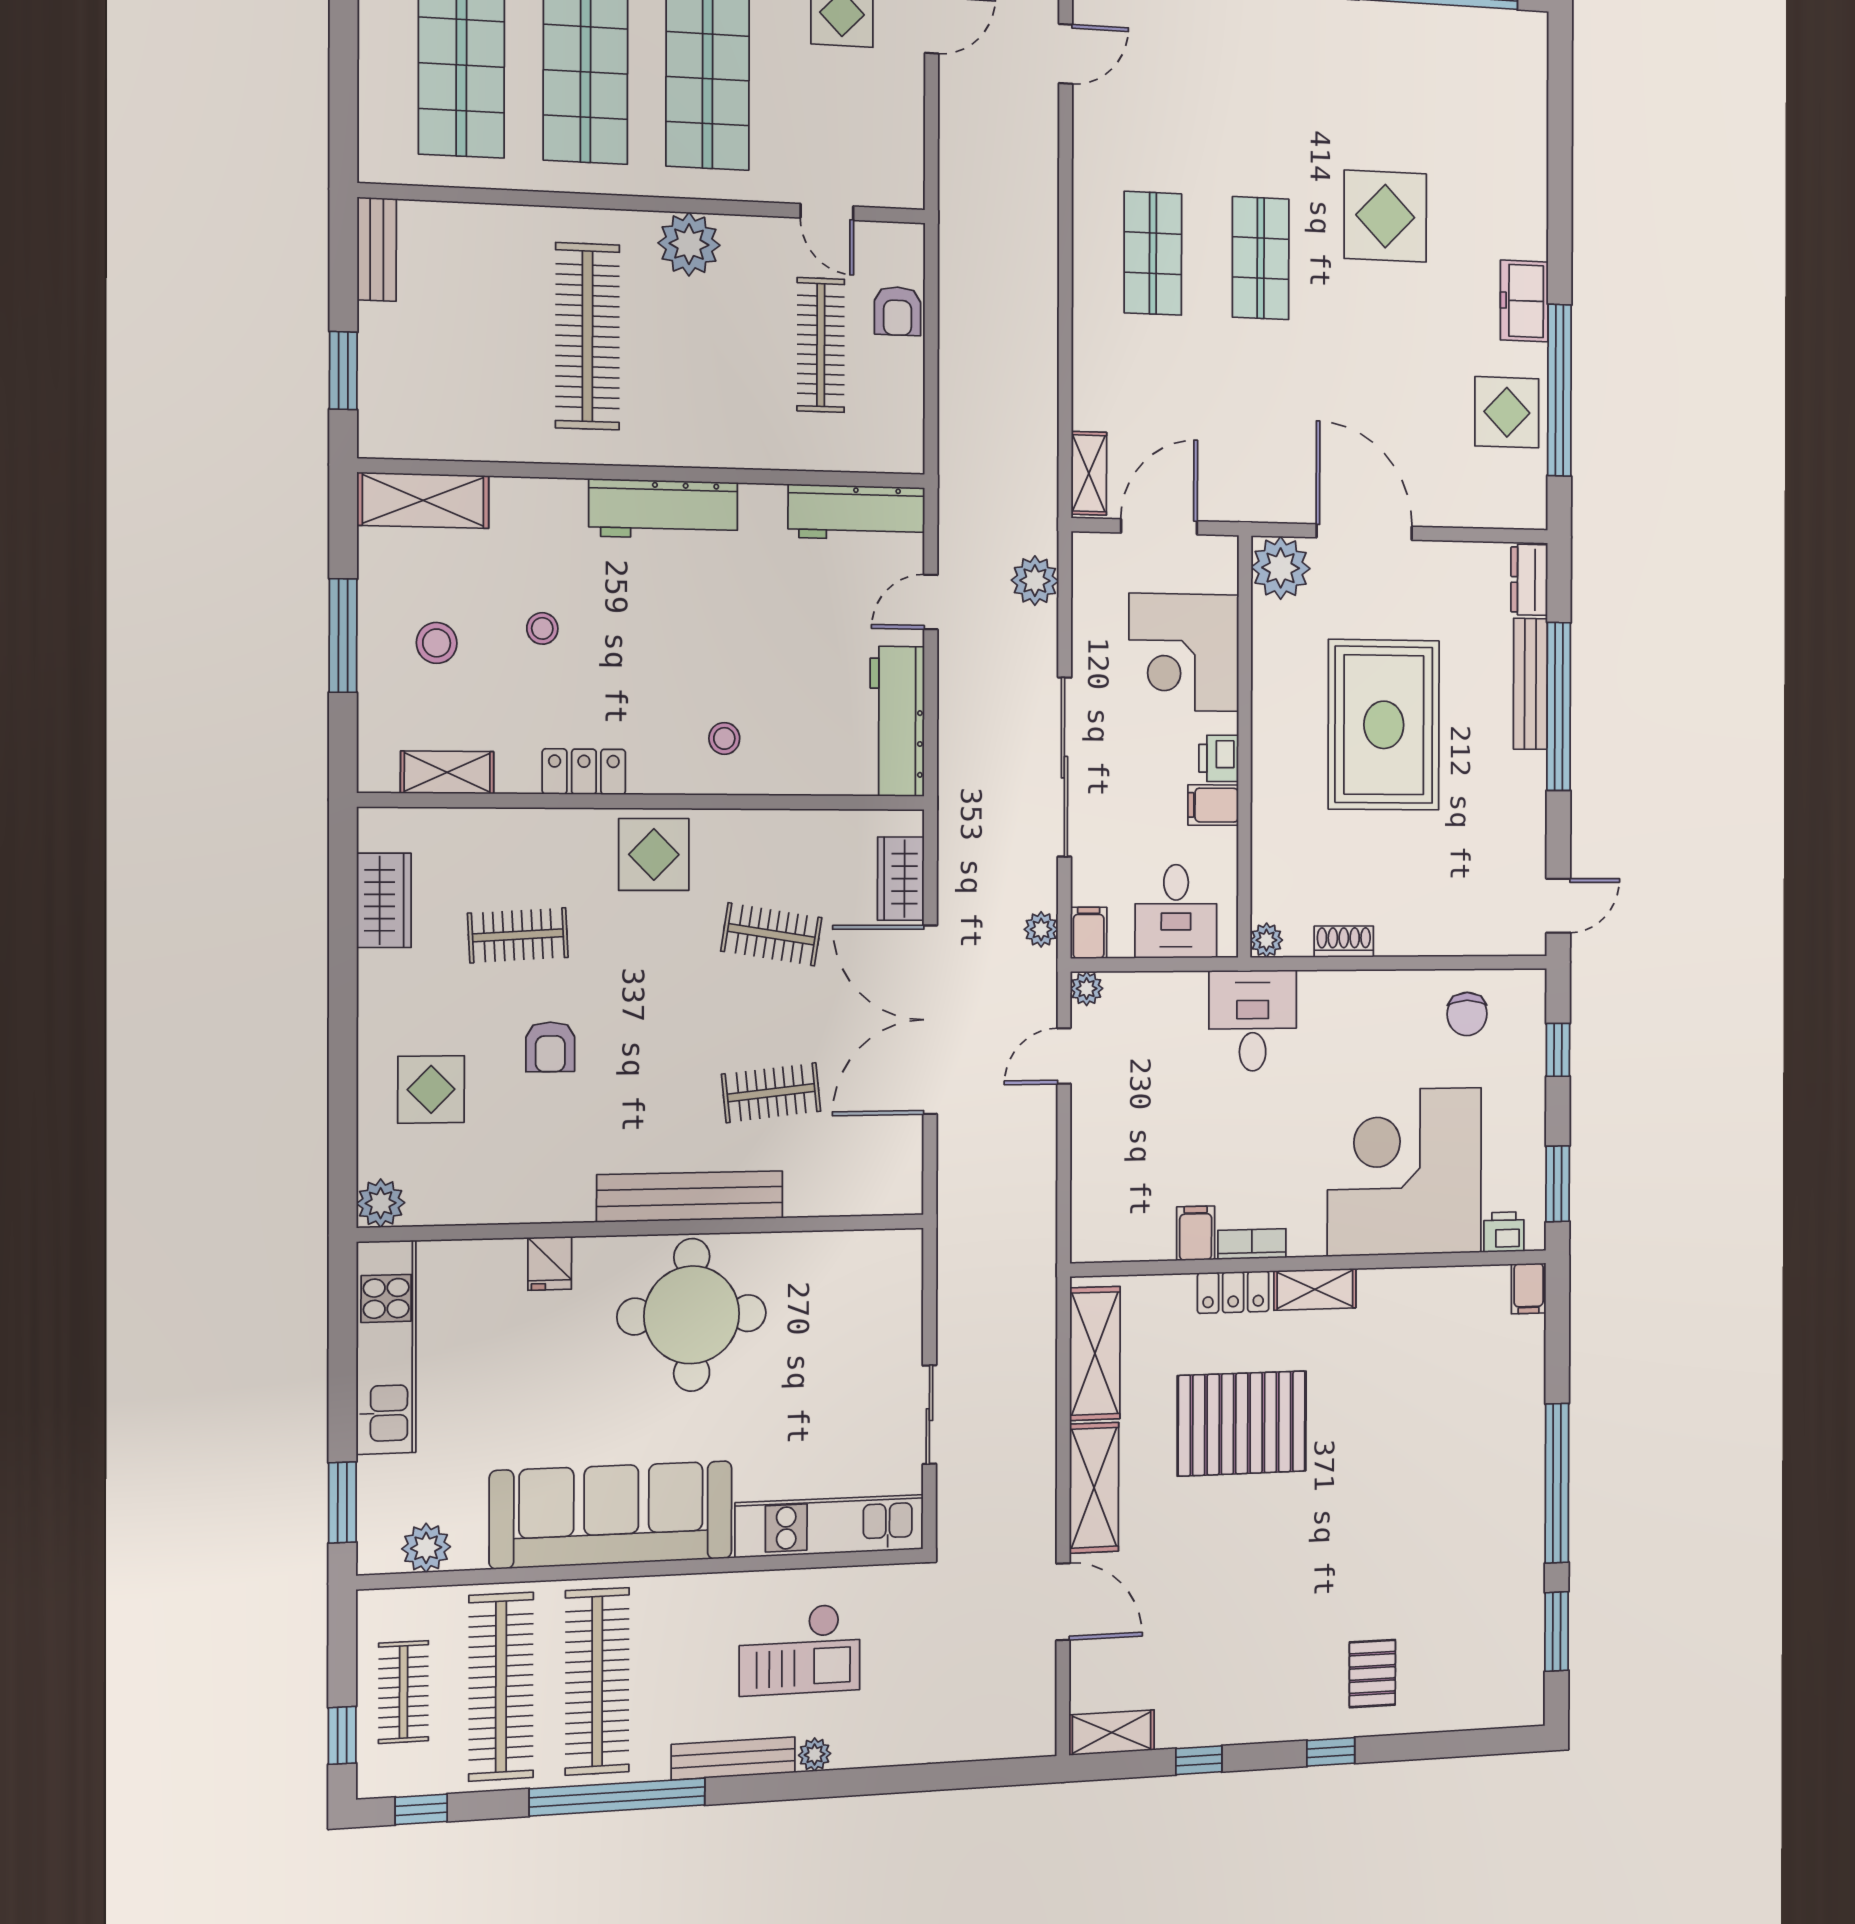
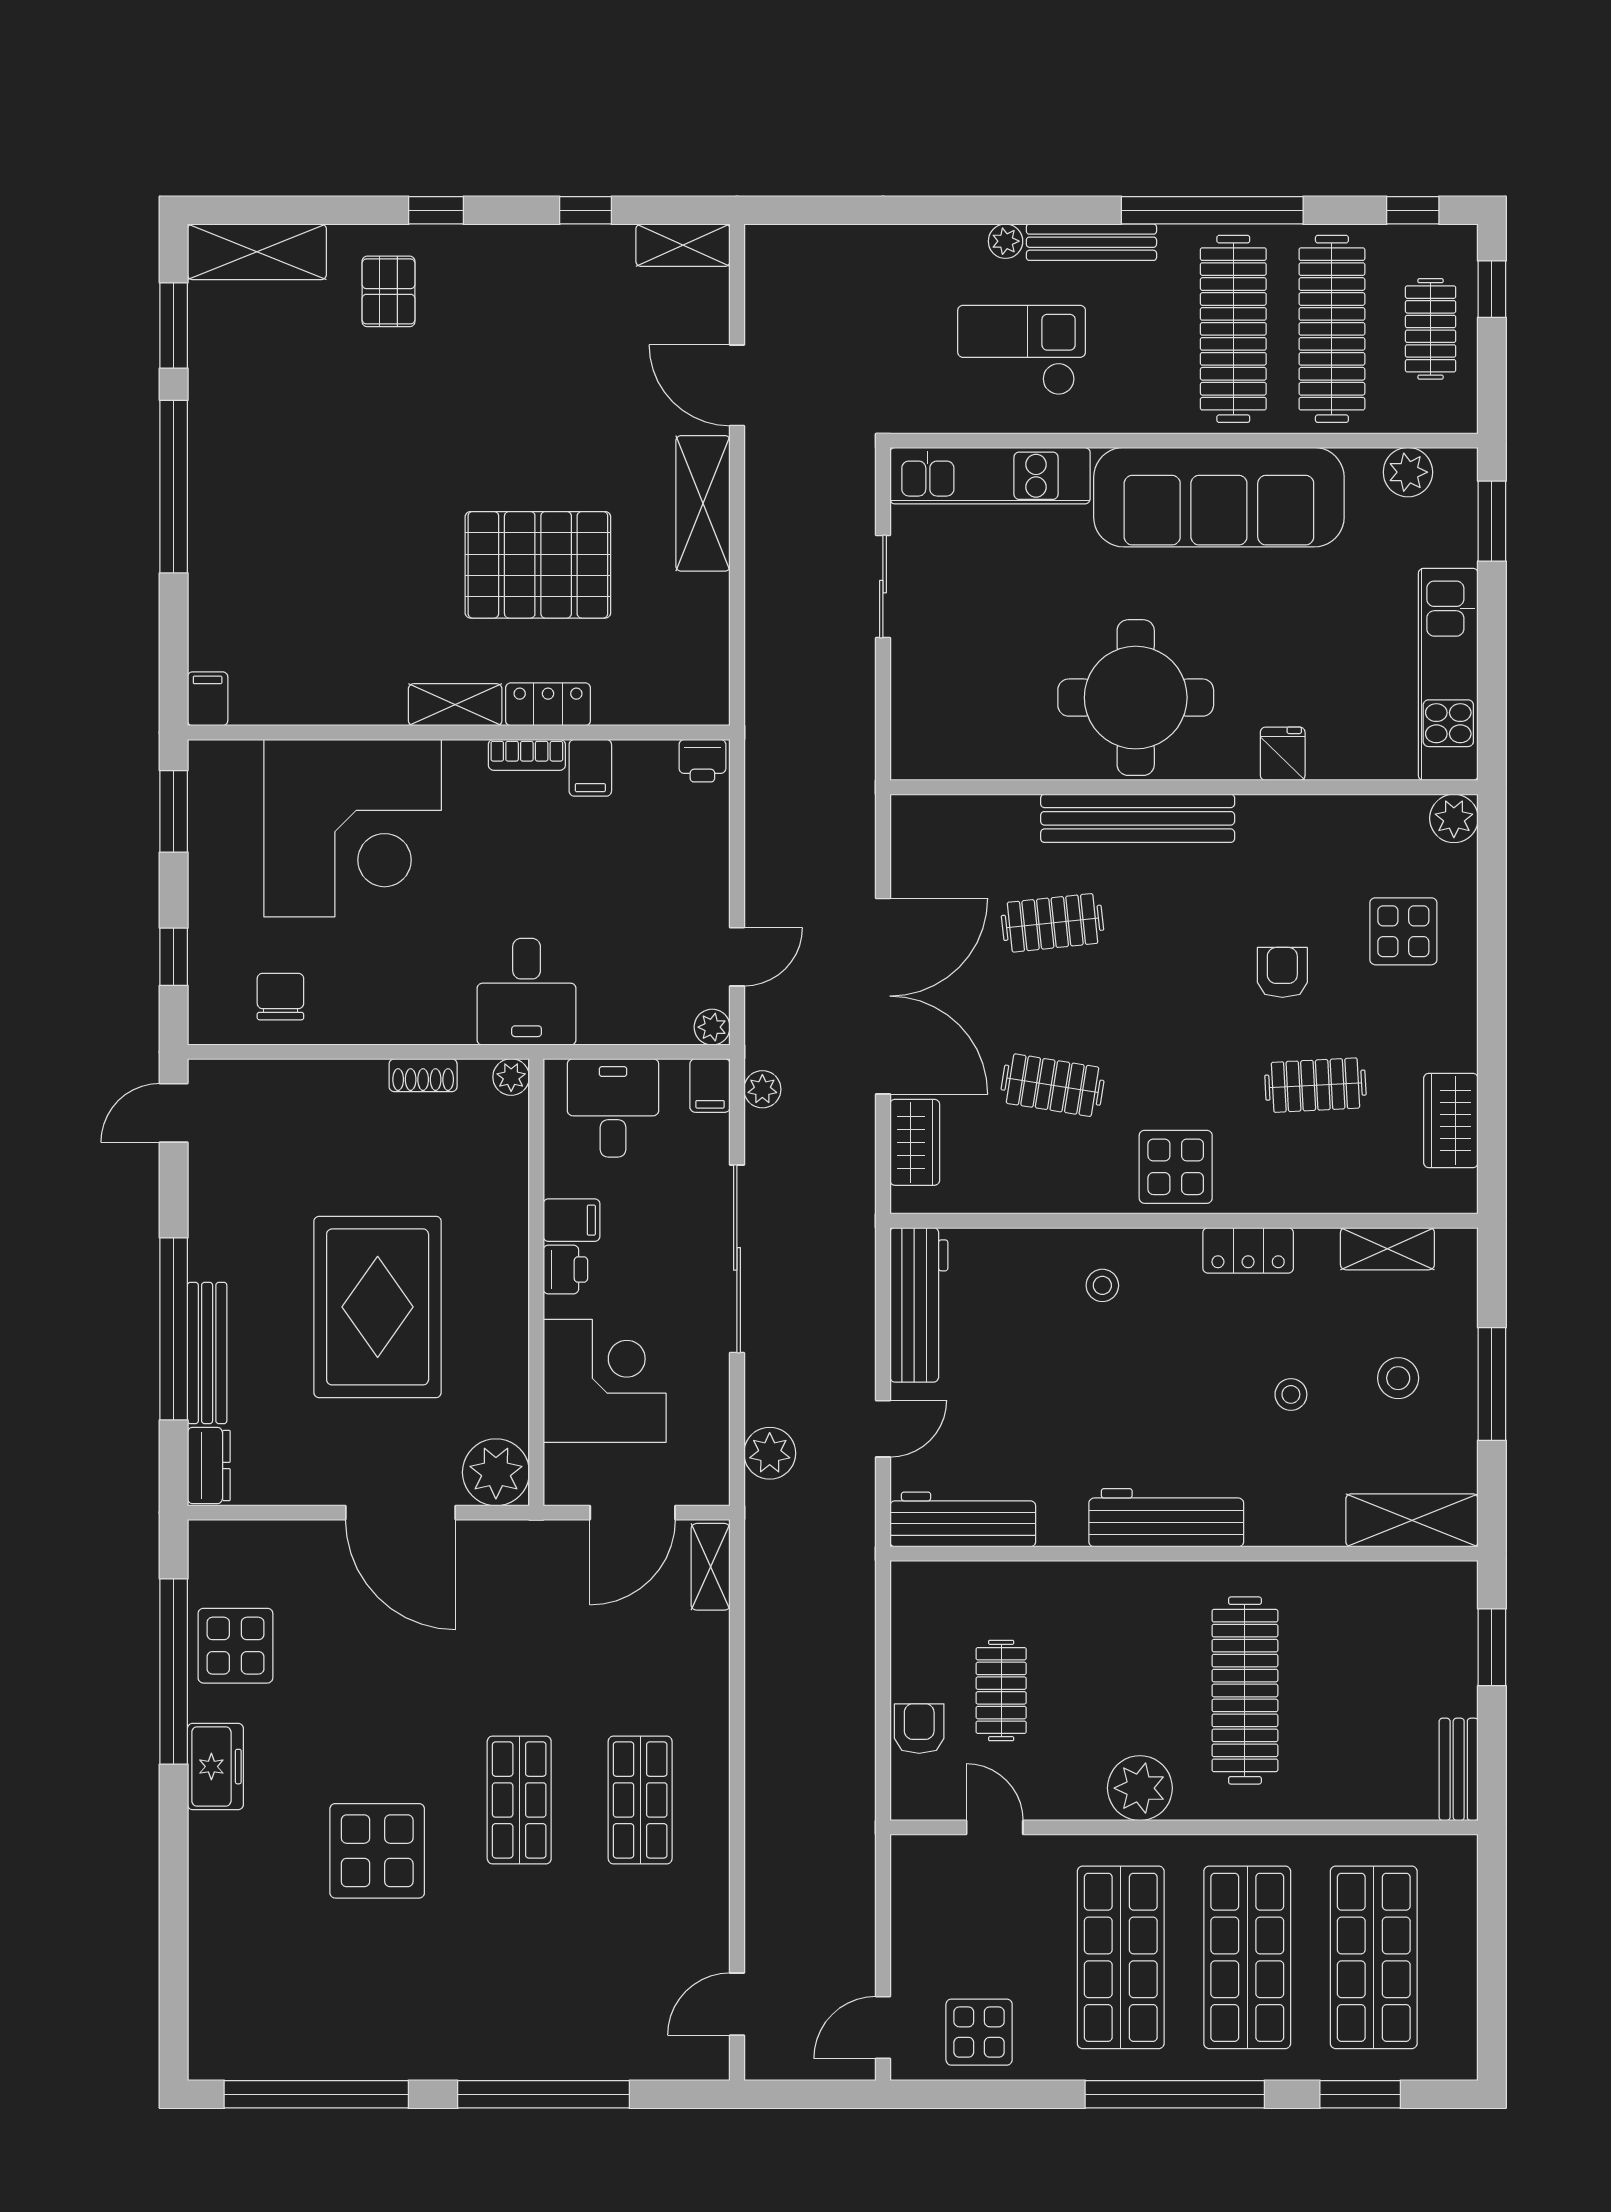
clothes rail: (821, 345) -> (1001, 1691), width x0.73
printer: (1504, 1232) -> (702, 761), moved
shelving: (1095, 1353) -> (257, 252), moved, turned 90

